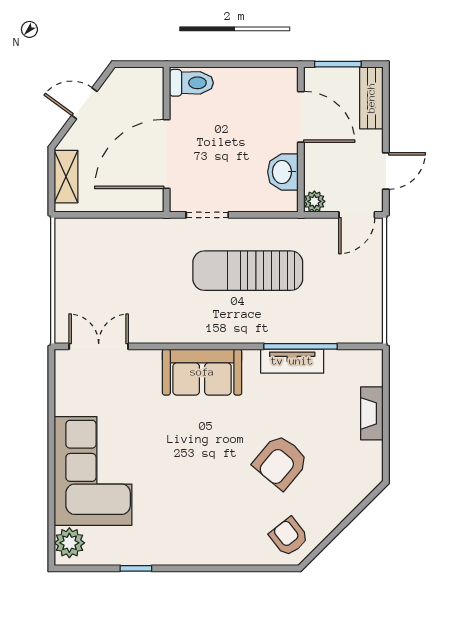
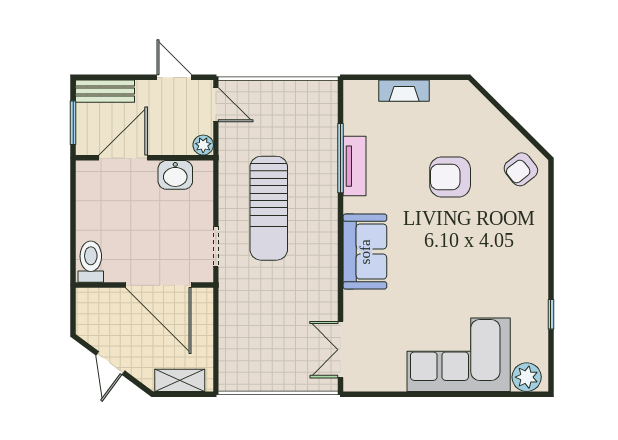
armchair: (281, 462) -> (450, 177), turned 140

